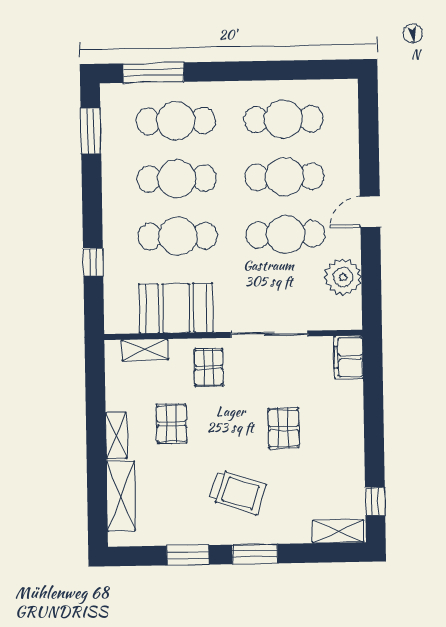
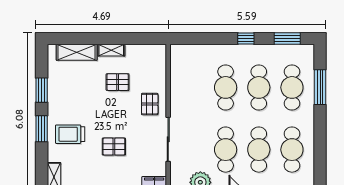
window: (154, 73) -> (320, 87), moved
window: (93, 262) -> (246, 38), moved
booth: (176, 308) -> (184, 86), removed
shelving: (145, 350) -> (160, 68), removed
pallet: (209, 367) -> (150, 104), turned 90
trolley: (237, 492) -> (70, 134), moved, turned 71

